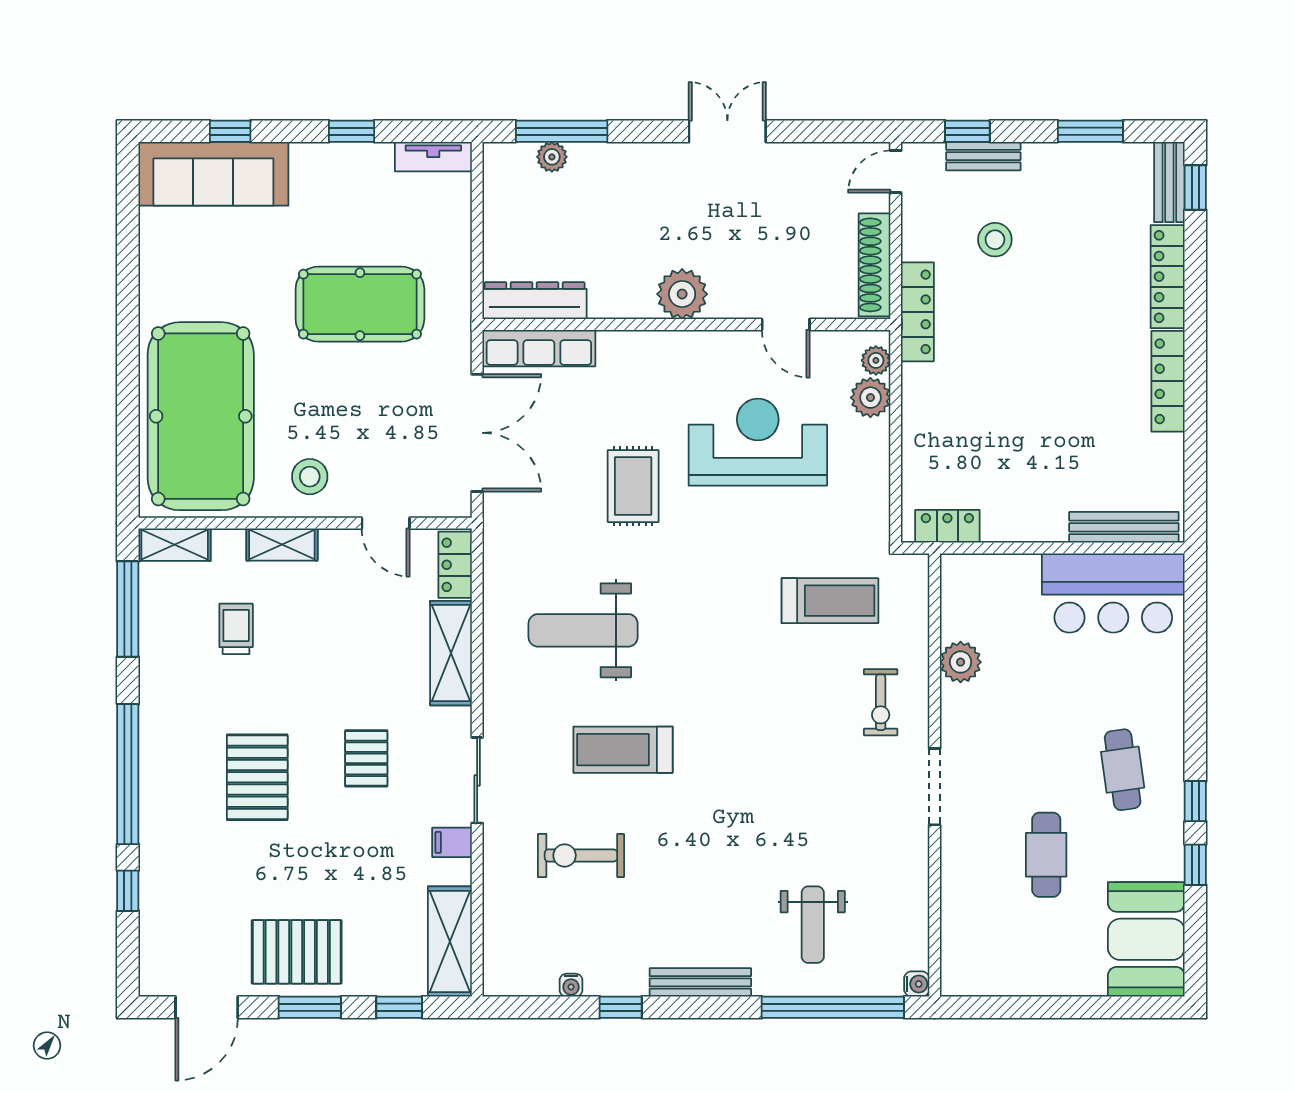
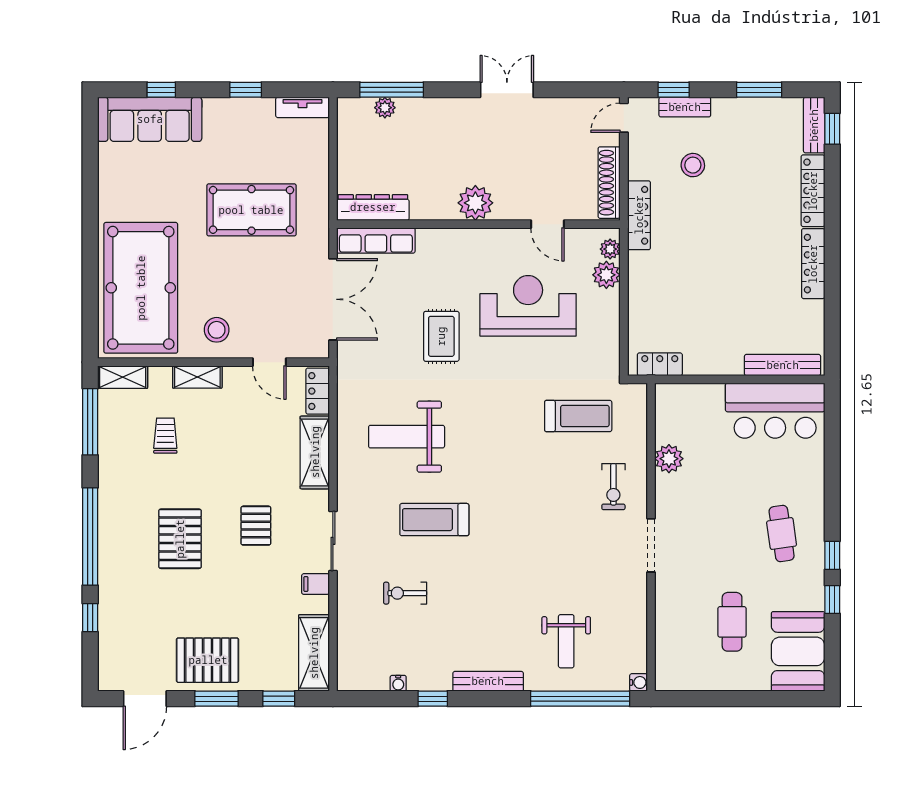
exercise bike: (581, 855) -> (405, 593), width x0.73, depth x0.72
cafe table: (1046, 855) -> (732, 622), moved

